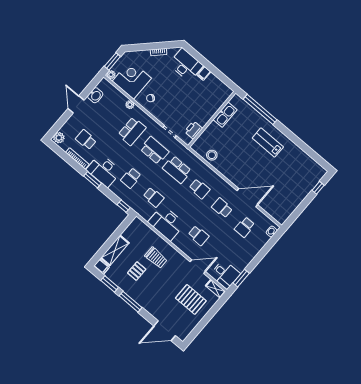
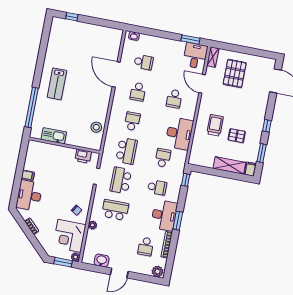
school desk: (199, 235) -> (174, 99), turned 180
window: (131, 302) -> (267, 126), width x0.46

